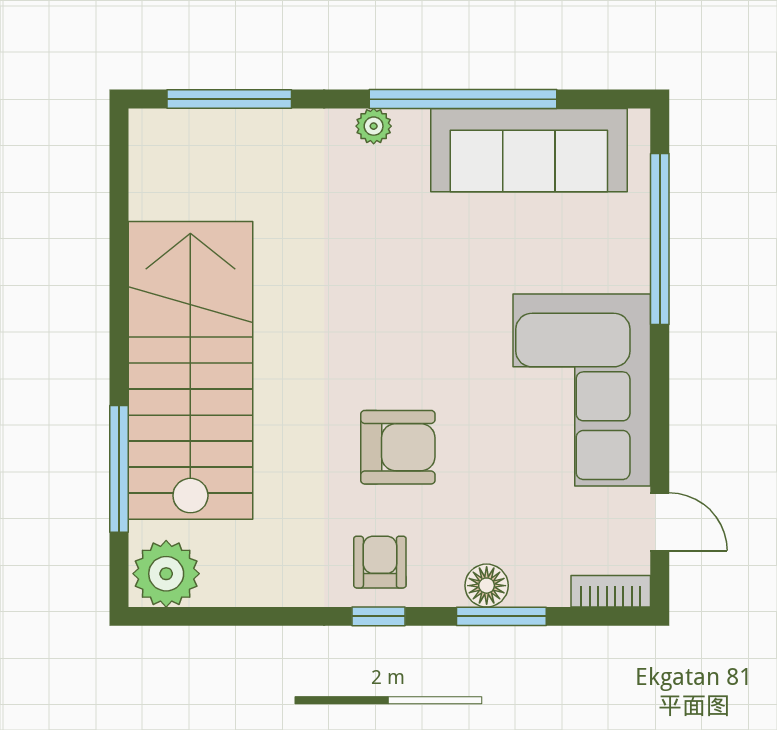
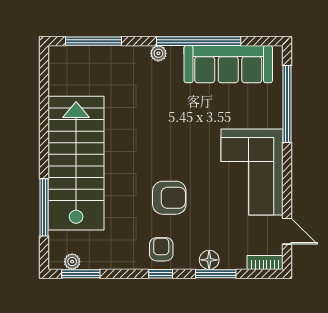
plant: (166, 574) -> (72, 262), width x0.53, depth x0.53
window: (201, 616) -> (81, 274), added

